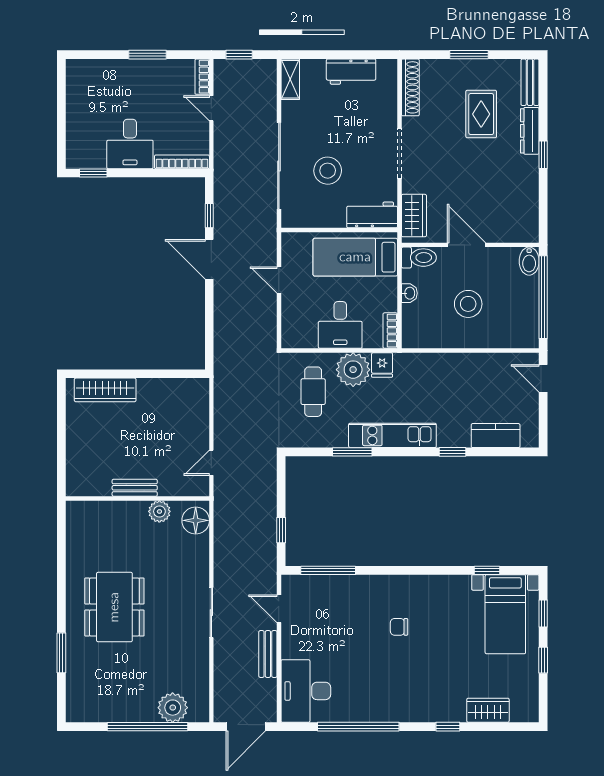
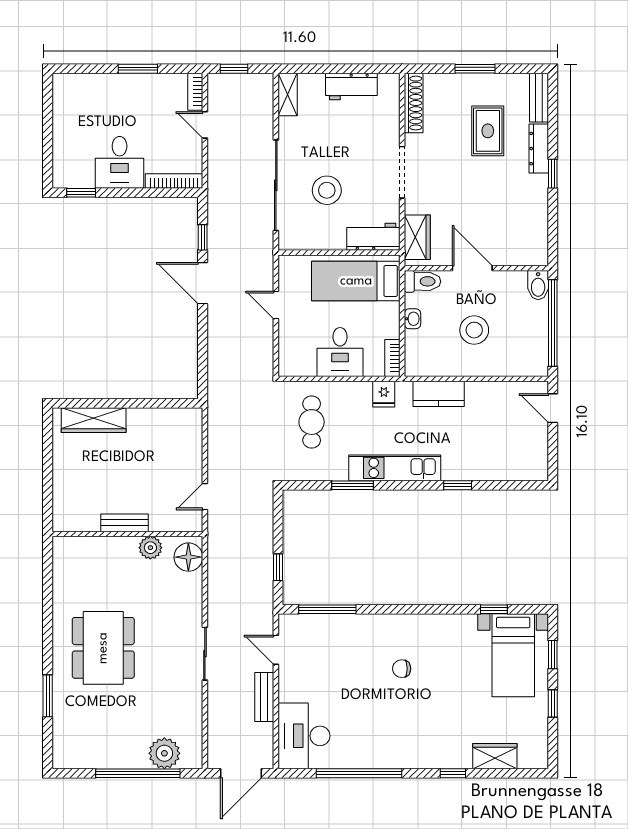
plant: (353, 370) -> (353, 399), removed
kitchen counter: (496, 436) -> (439, 394), moved, turned 180

